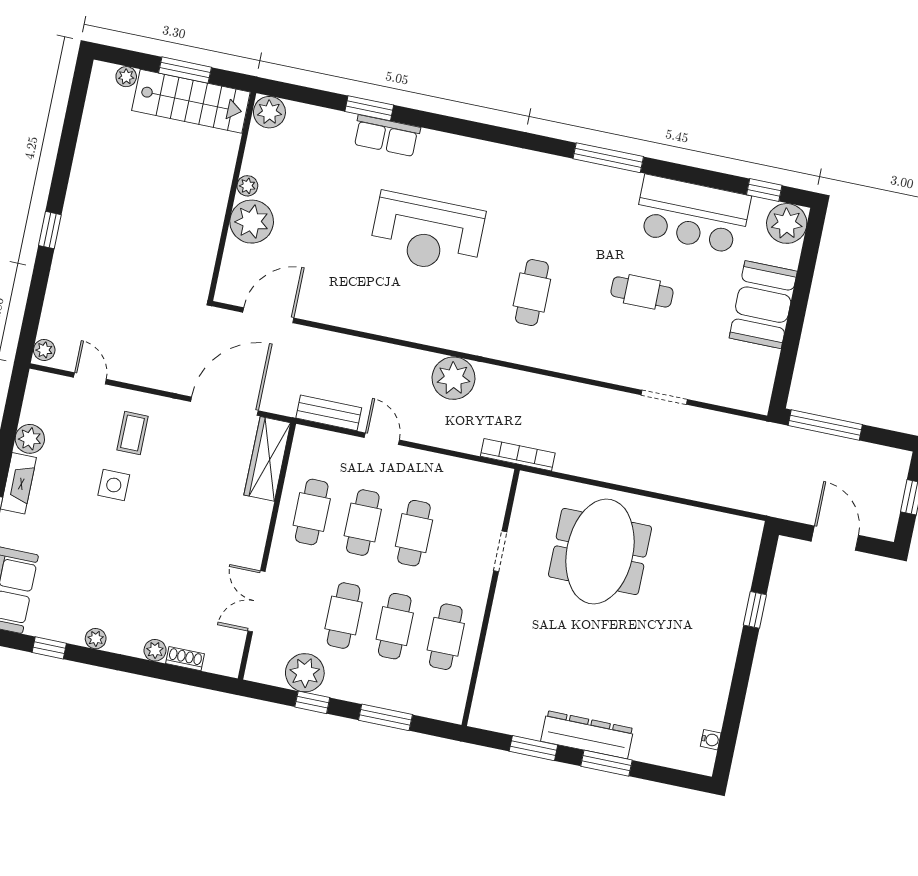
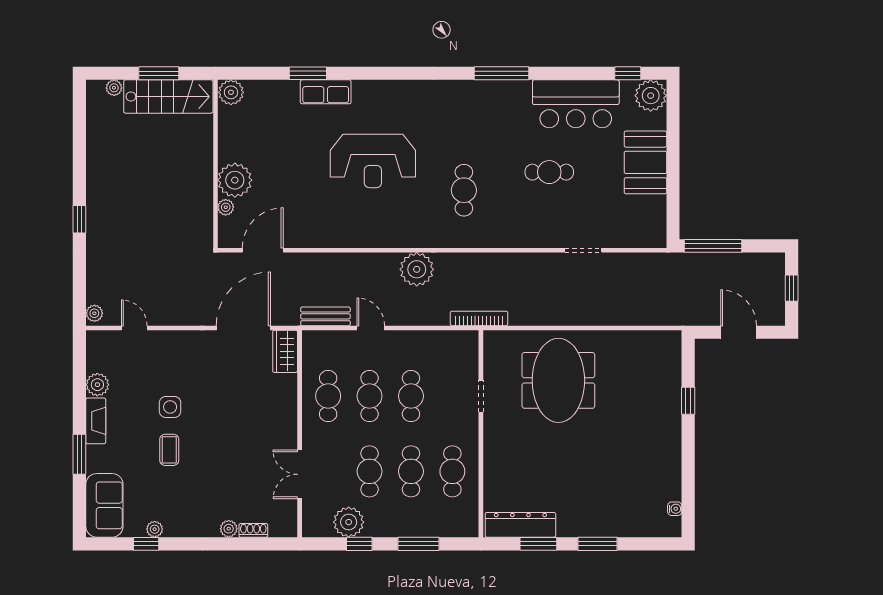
plant: (247, 186) -> (226, 207), moved
coffee table: (132, 433) -> (169, 450), moved
wardrobe: (267, 459) -> (285, 351), width x0.67
plant: (96, 639) -> (155, 529), moved
dresser: (587, 735) -> (520, 525), moved

